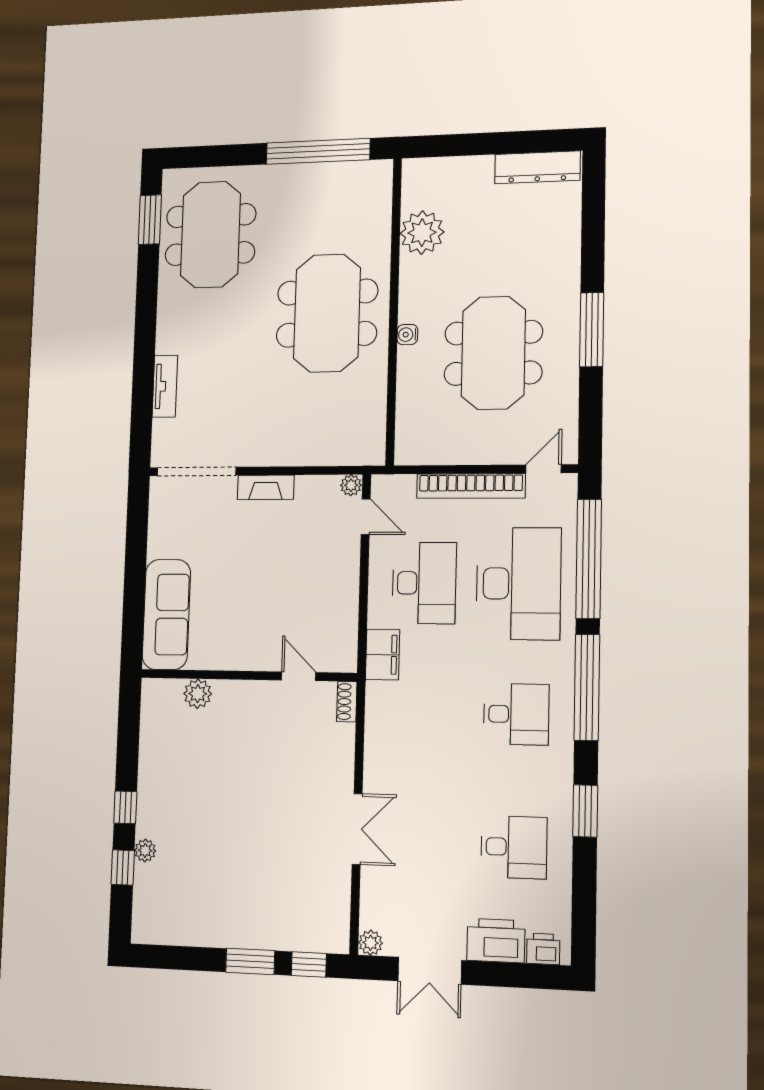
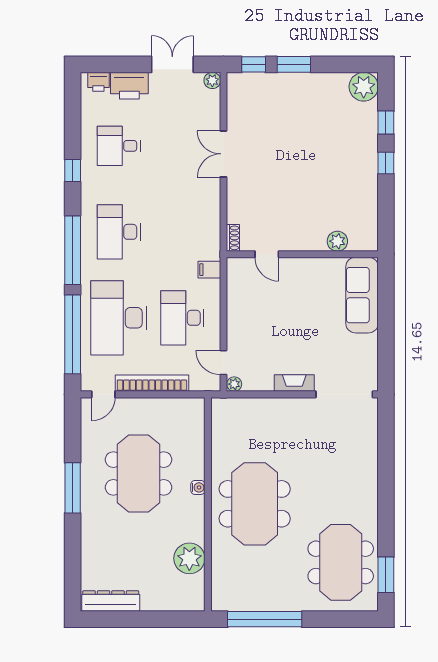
tv unit: (165, 386) -> (370, 455), removed
filing cabinet: (383, 655) -> (209, 270), width x0.50
desk: (516, 714) -> (119, 232), width x1.37
window: (585, 811) -> (73, 171), width x0.67
plant: (145, 850) -> (364, 87), moved, width x1.88, depth x1.88

